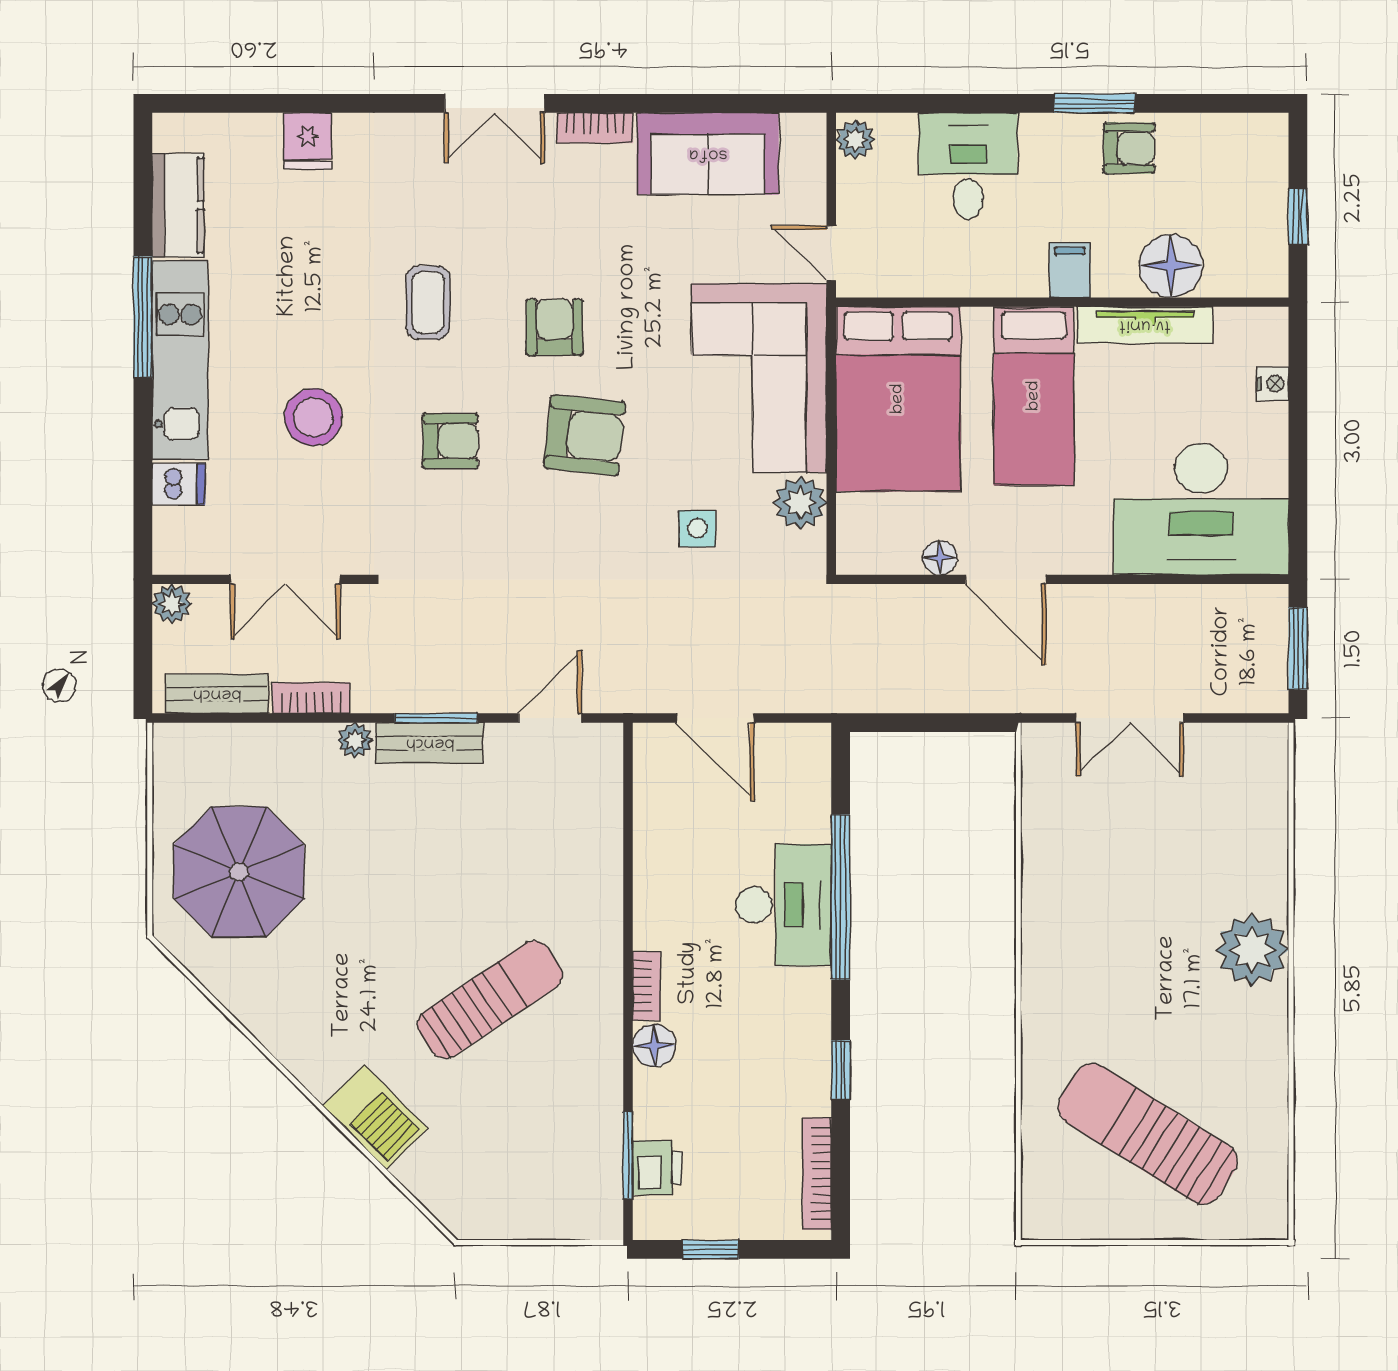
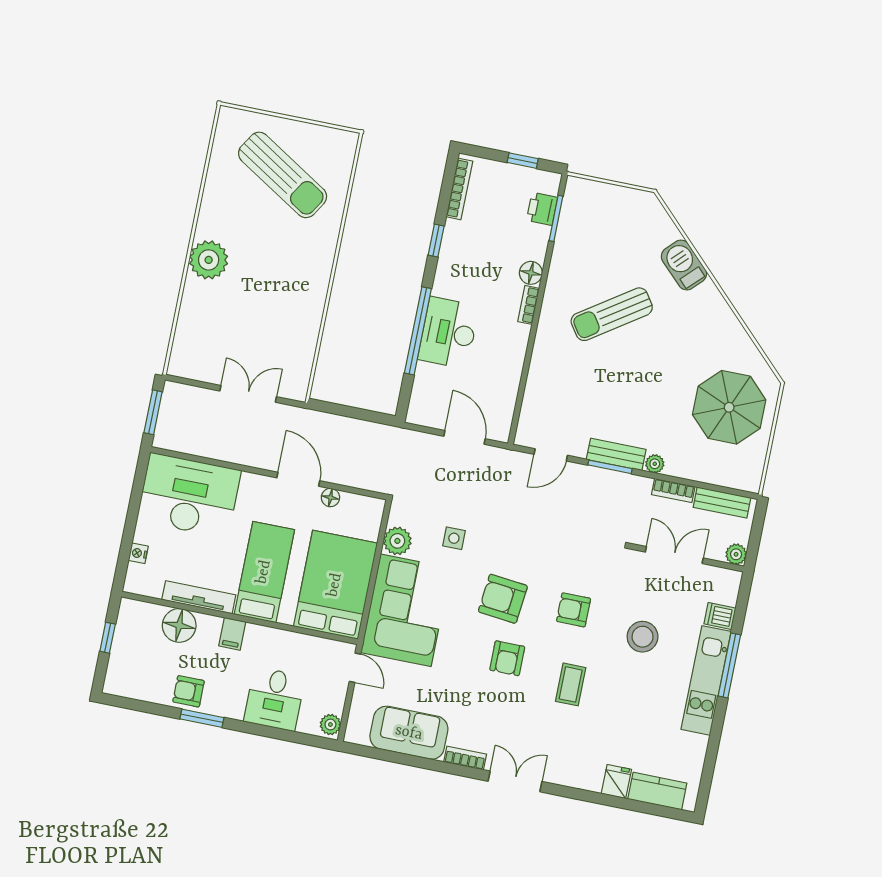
kitchen counter: (178, 205) -> (657, 791), moved, turned 90
window: (143, 317) -> (729, 665), moved

